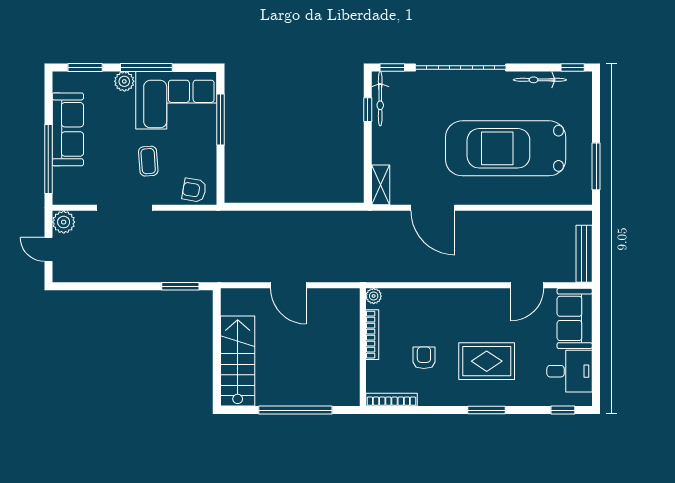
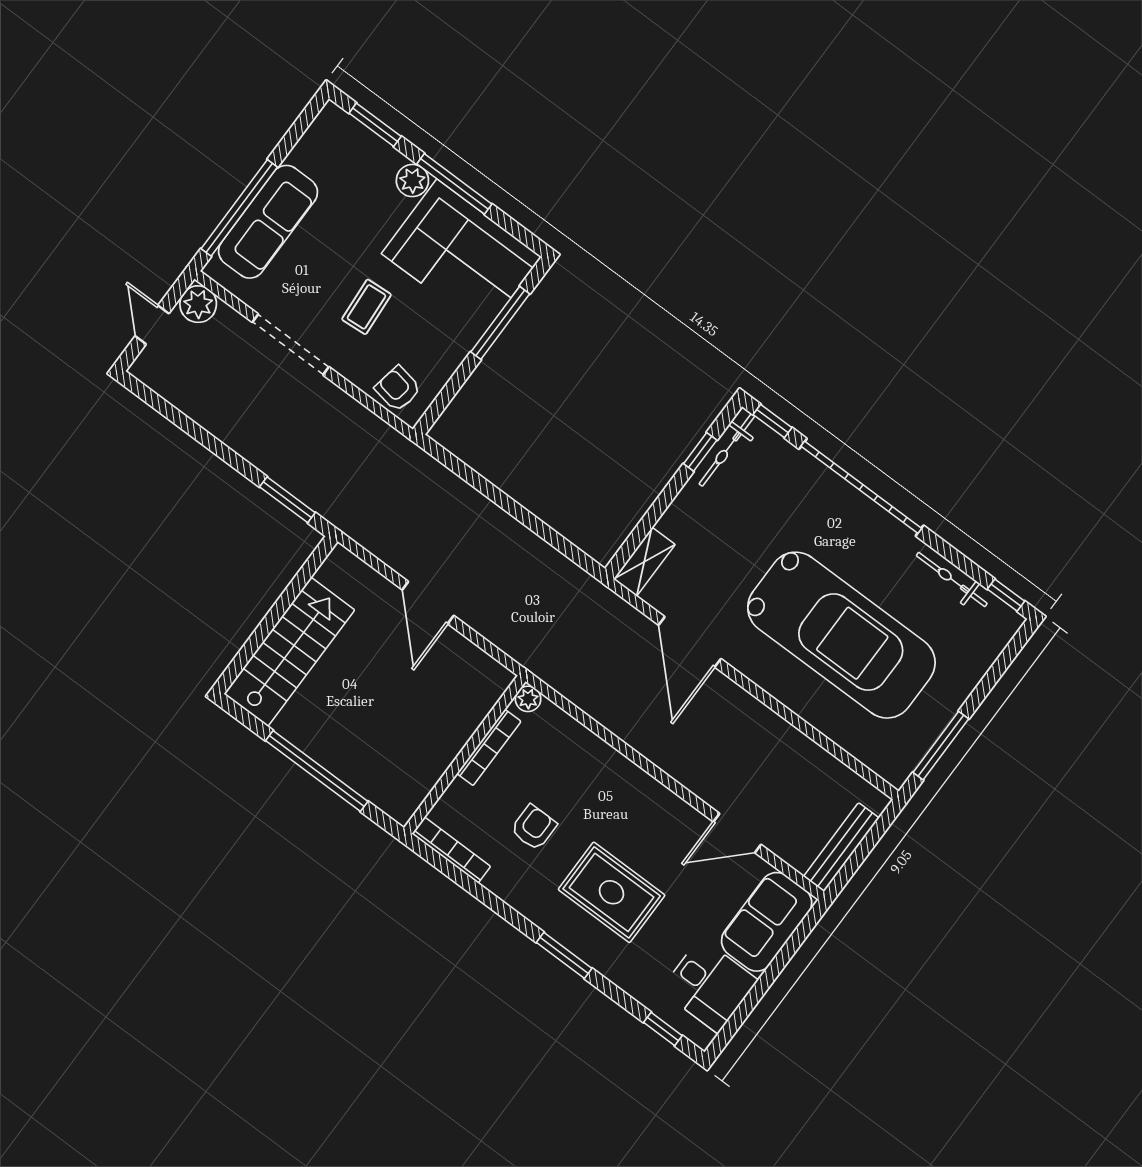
sofa: (68, 129) -> (268, 222), moved
car: (506, 148) -> (841, 635), turned 180

